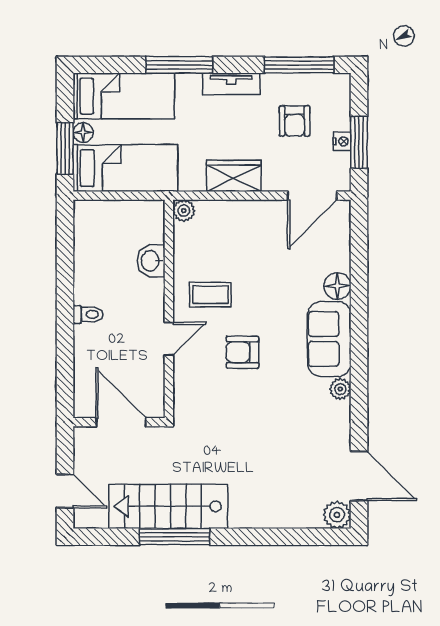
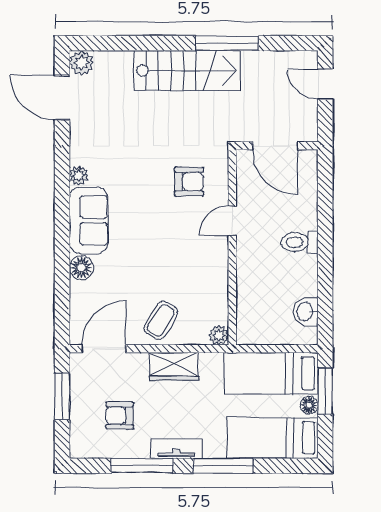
window: (299, 65) -> (142, 466), moved
armchair: (295, 121) -> (120, 416), turned -90
nightstand: (342, 141) -> (77, 397), removed
washbasin: (151, 261) -> (306, 312), moved, turned 180
coffee table: (210, 295) -> (161, 320), moved, turned -58
toilet: (88, 314) -> (300, 242), width x1.37, depth x1.39
armchair: (242, 352) -> (189, 182), moved
stairs: (168, 506) -> (187, 70), moved

